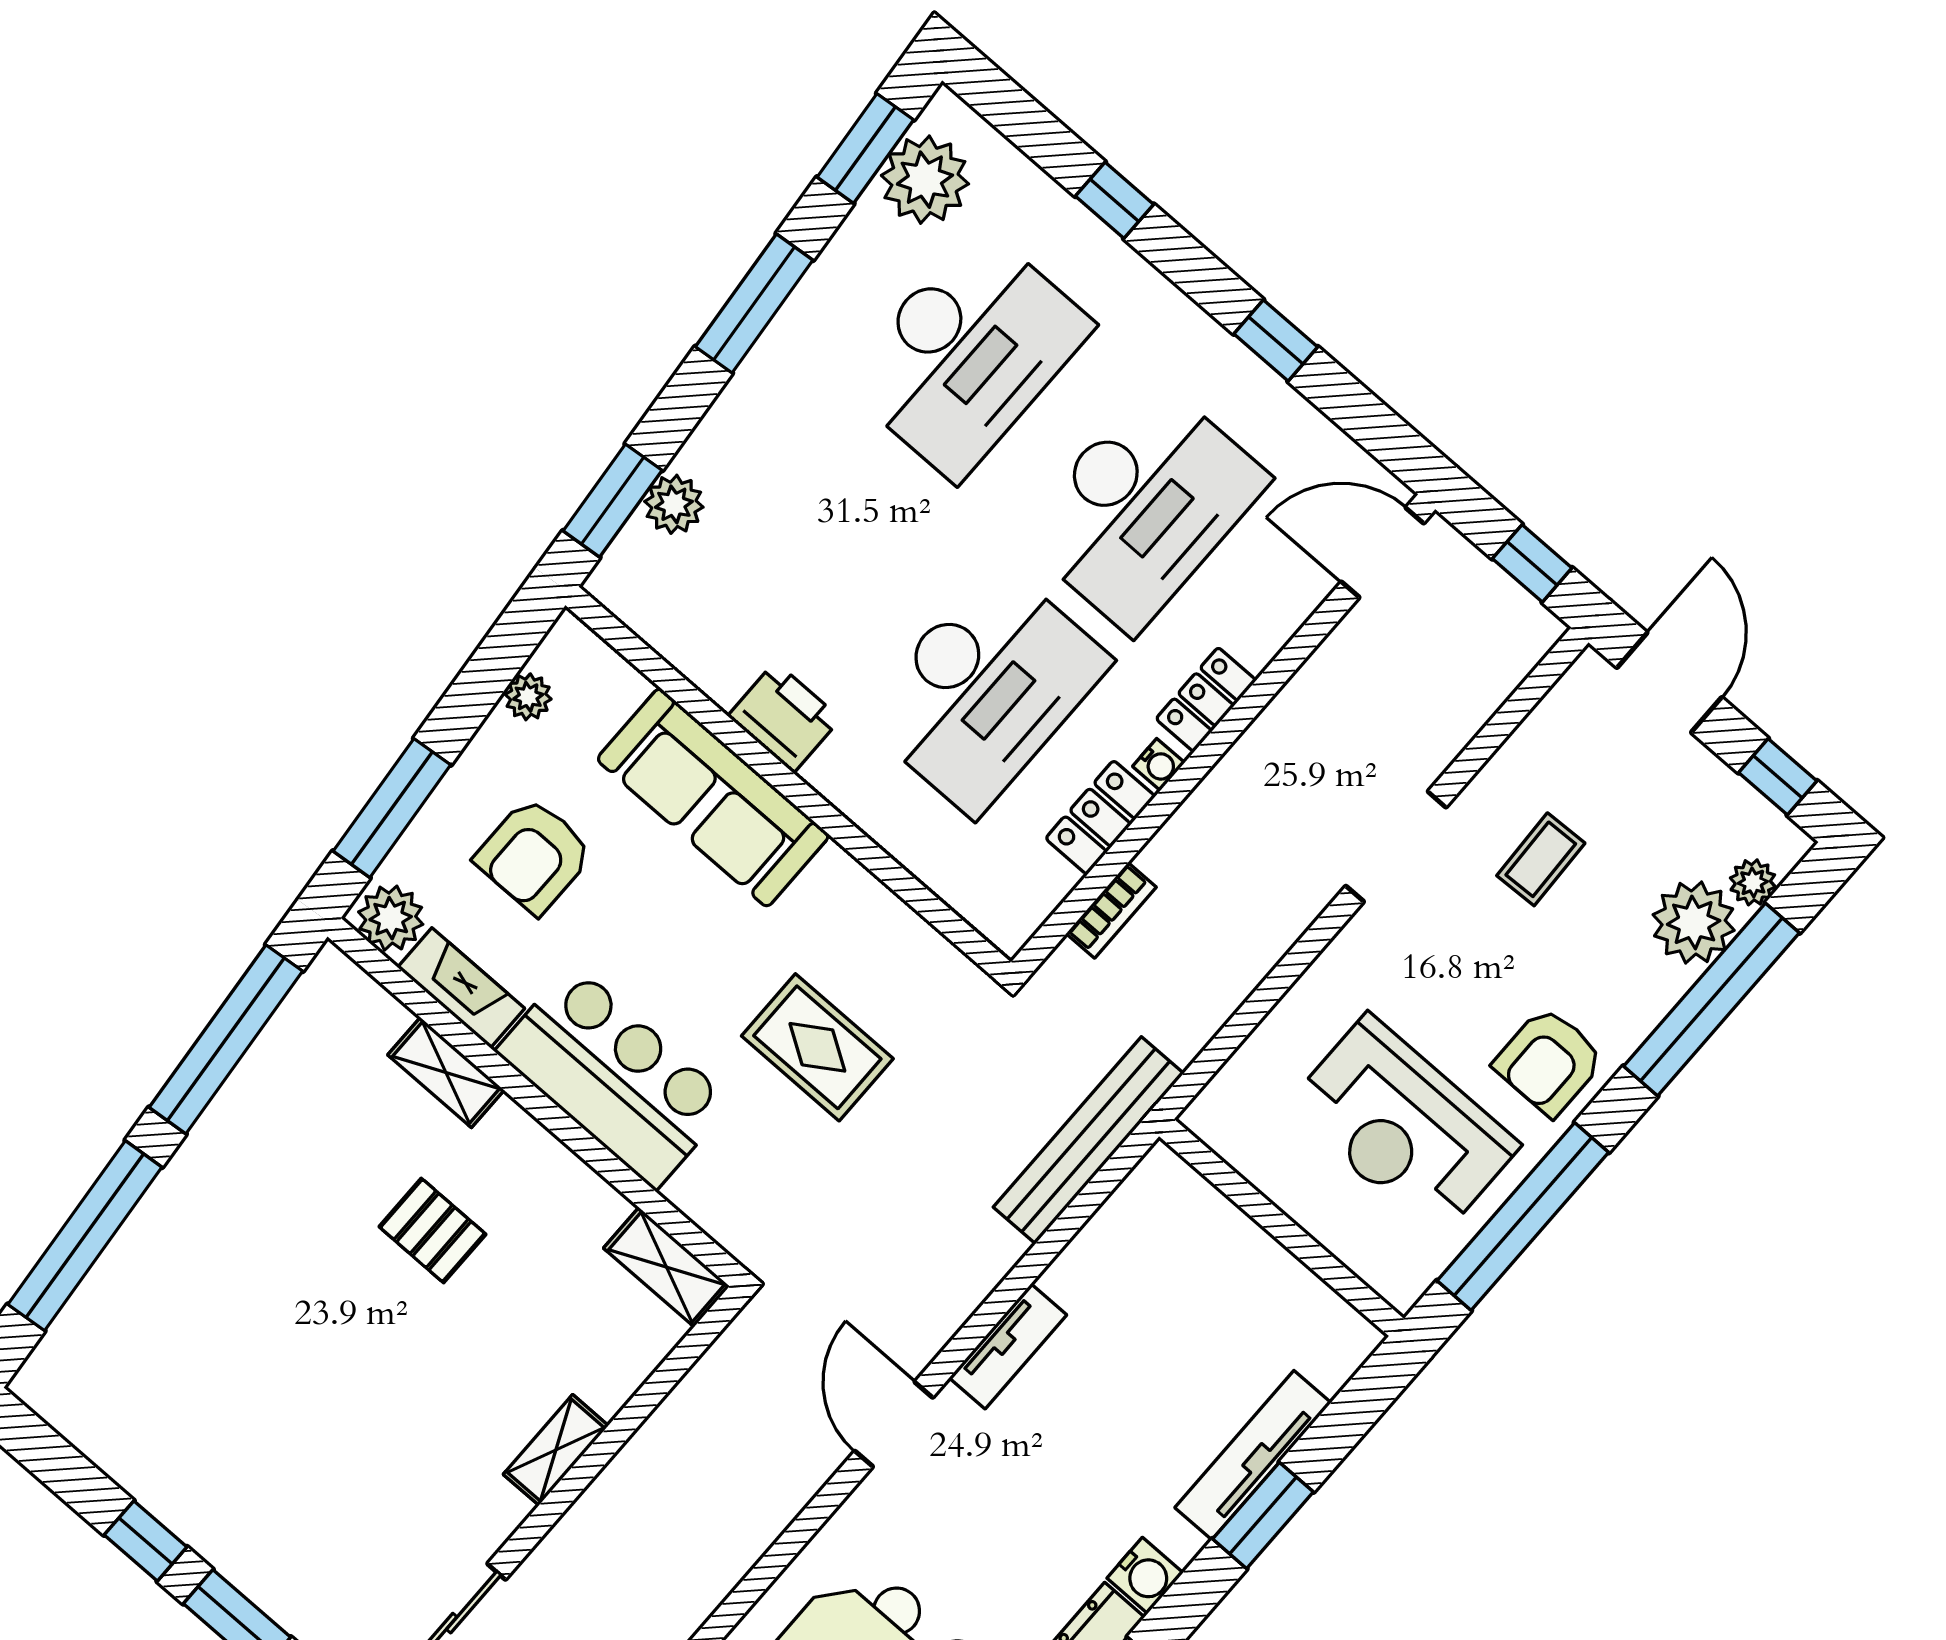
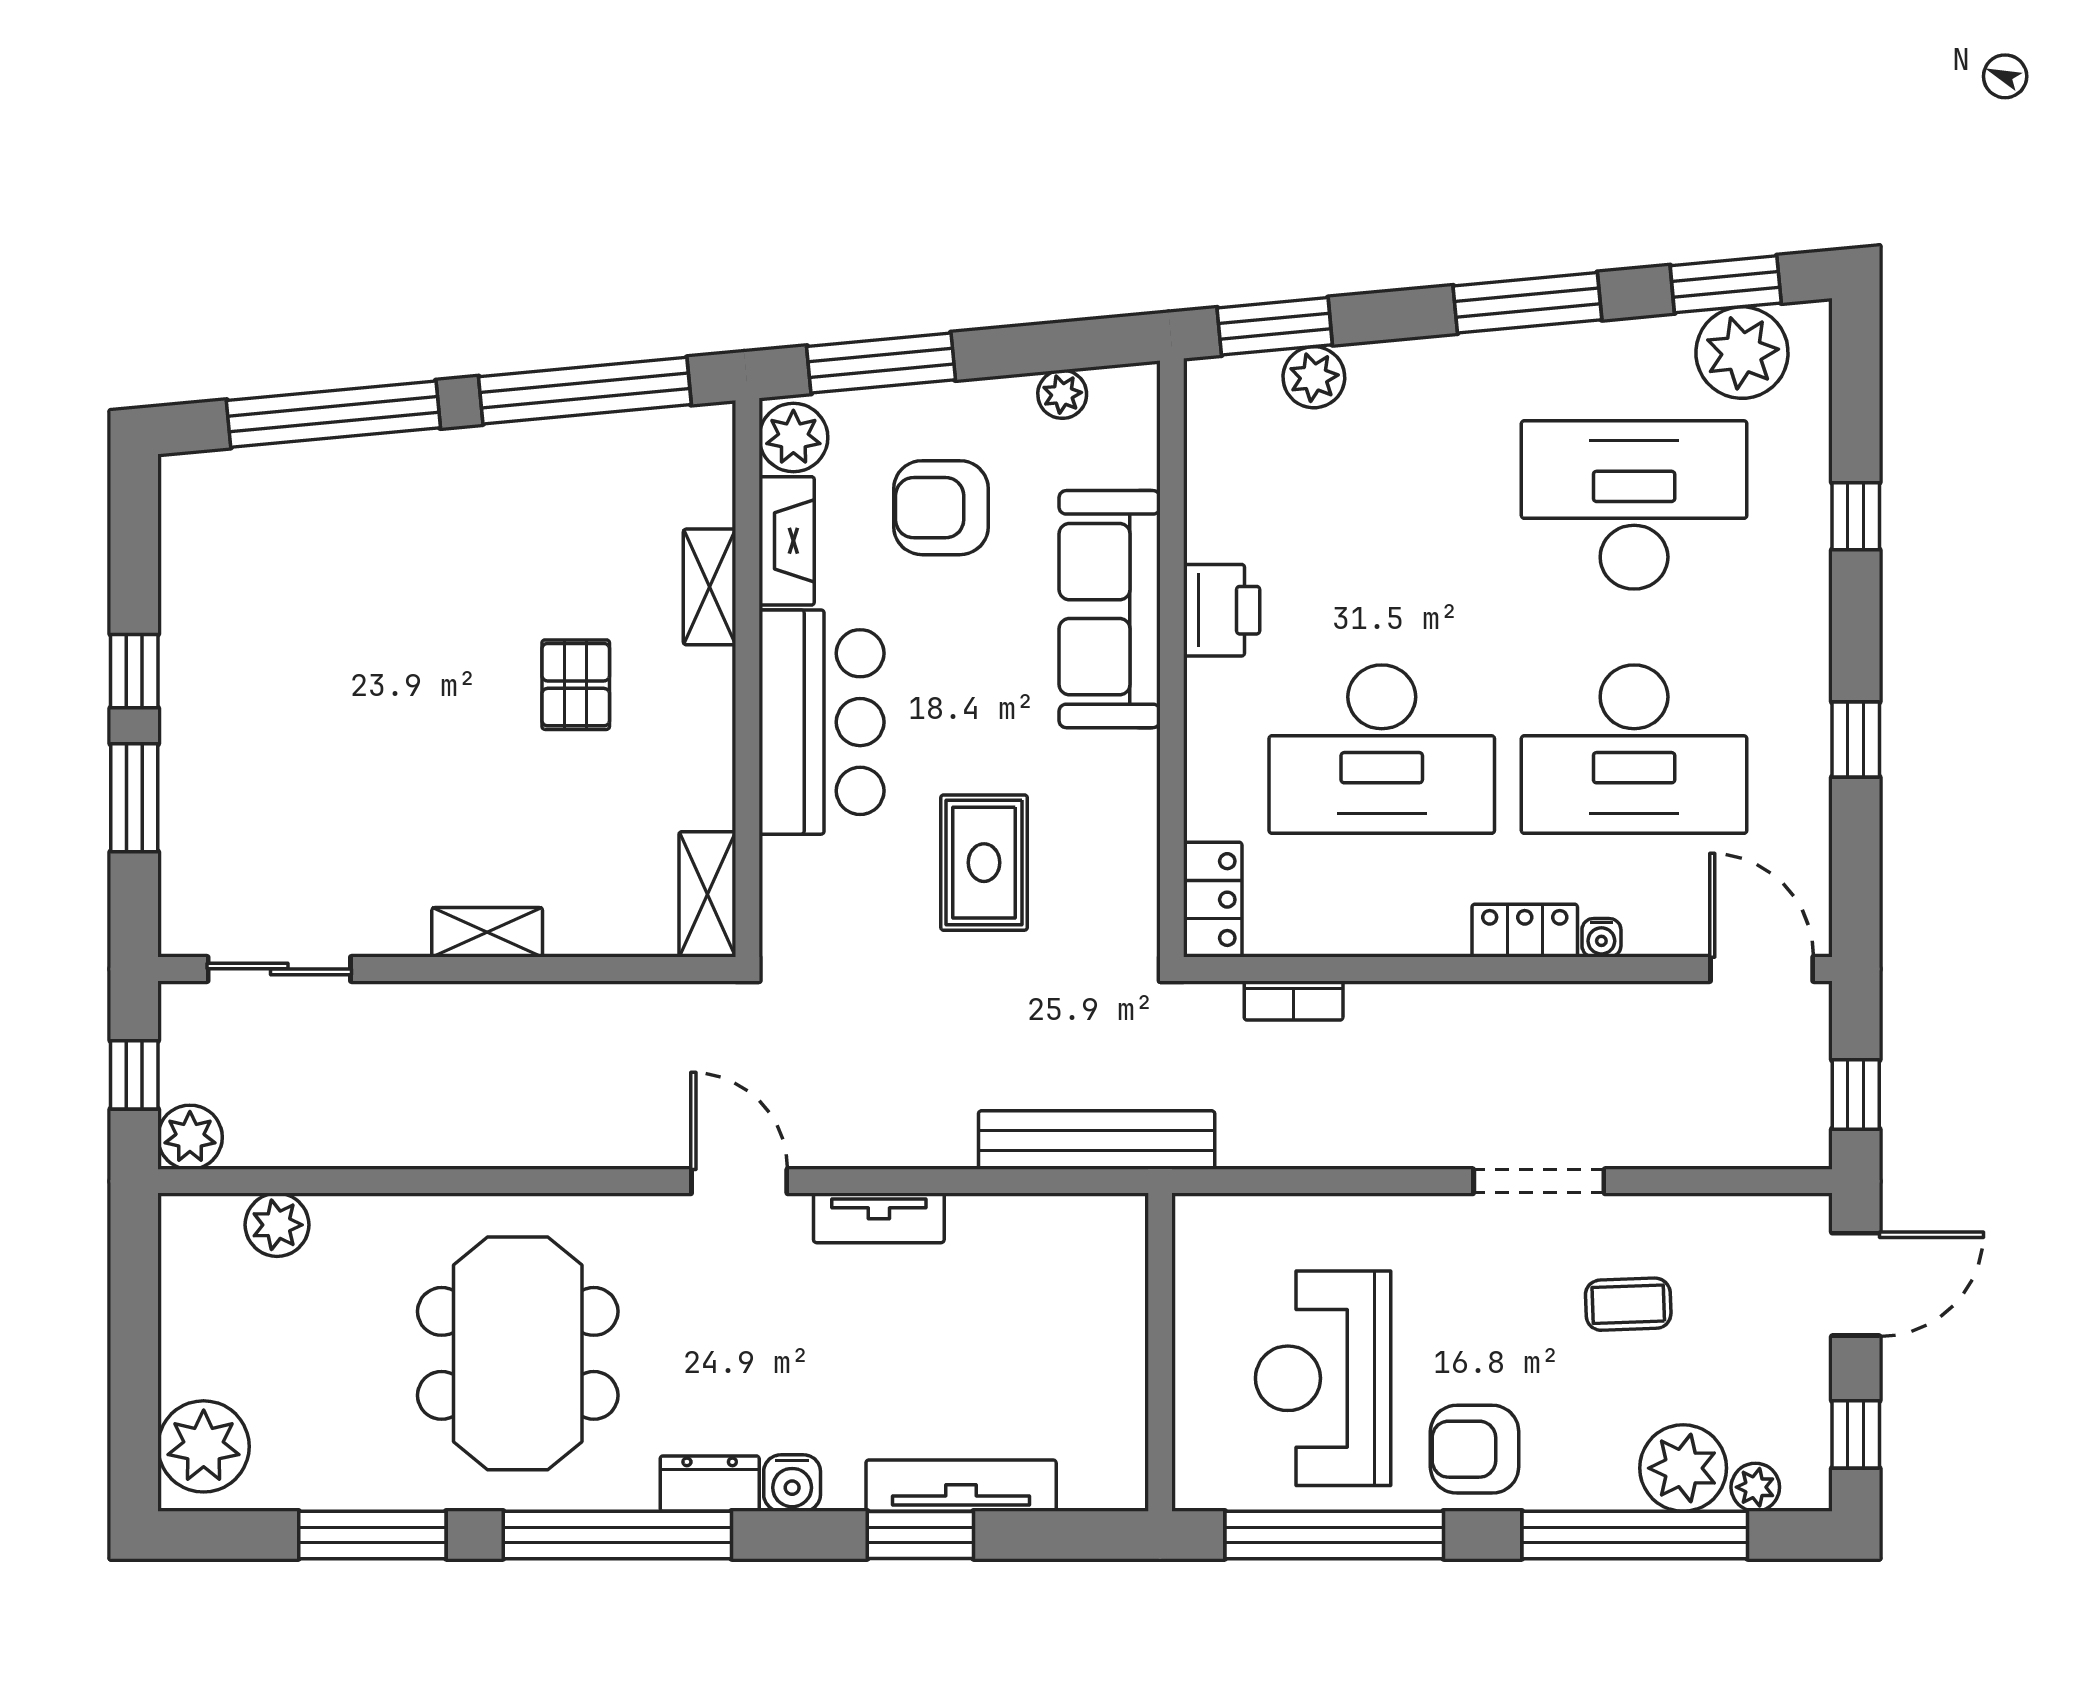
desk: (967, 353) -> (1634, 505), turned 180
water cooler: (1159, 765) -> (1601, 938), moved
locker: (1100, 817) -> (1213, 900), moved, turned 90
door: (894, 1424) -> (739, 1181), hinge flipped

